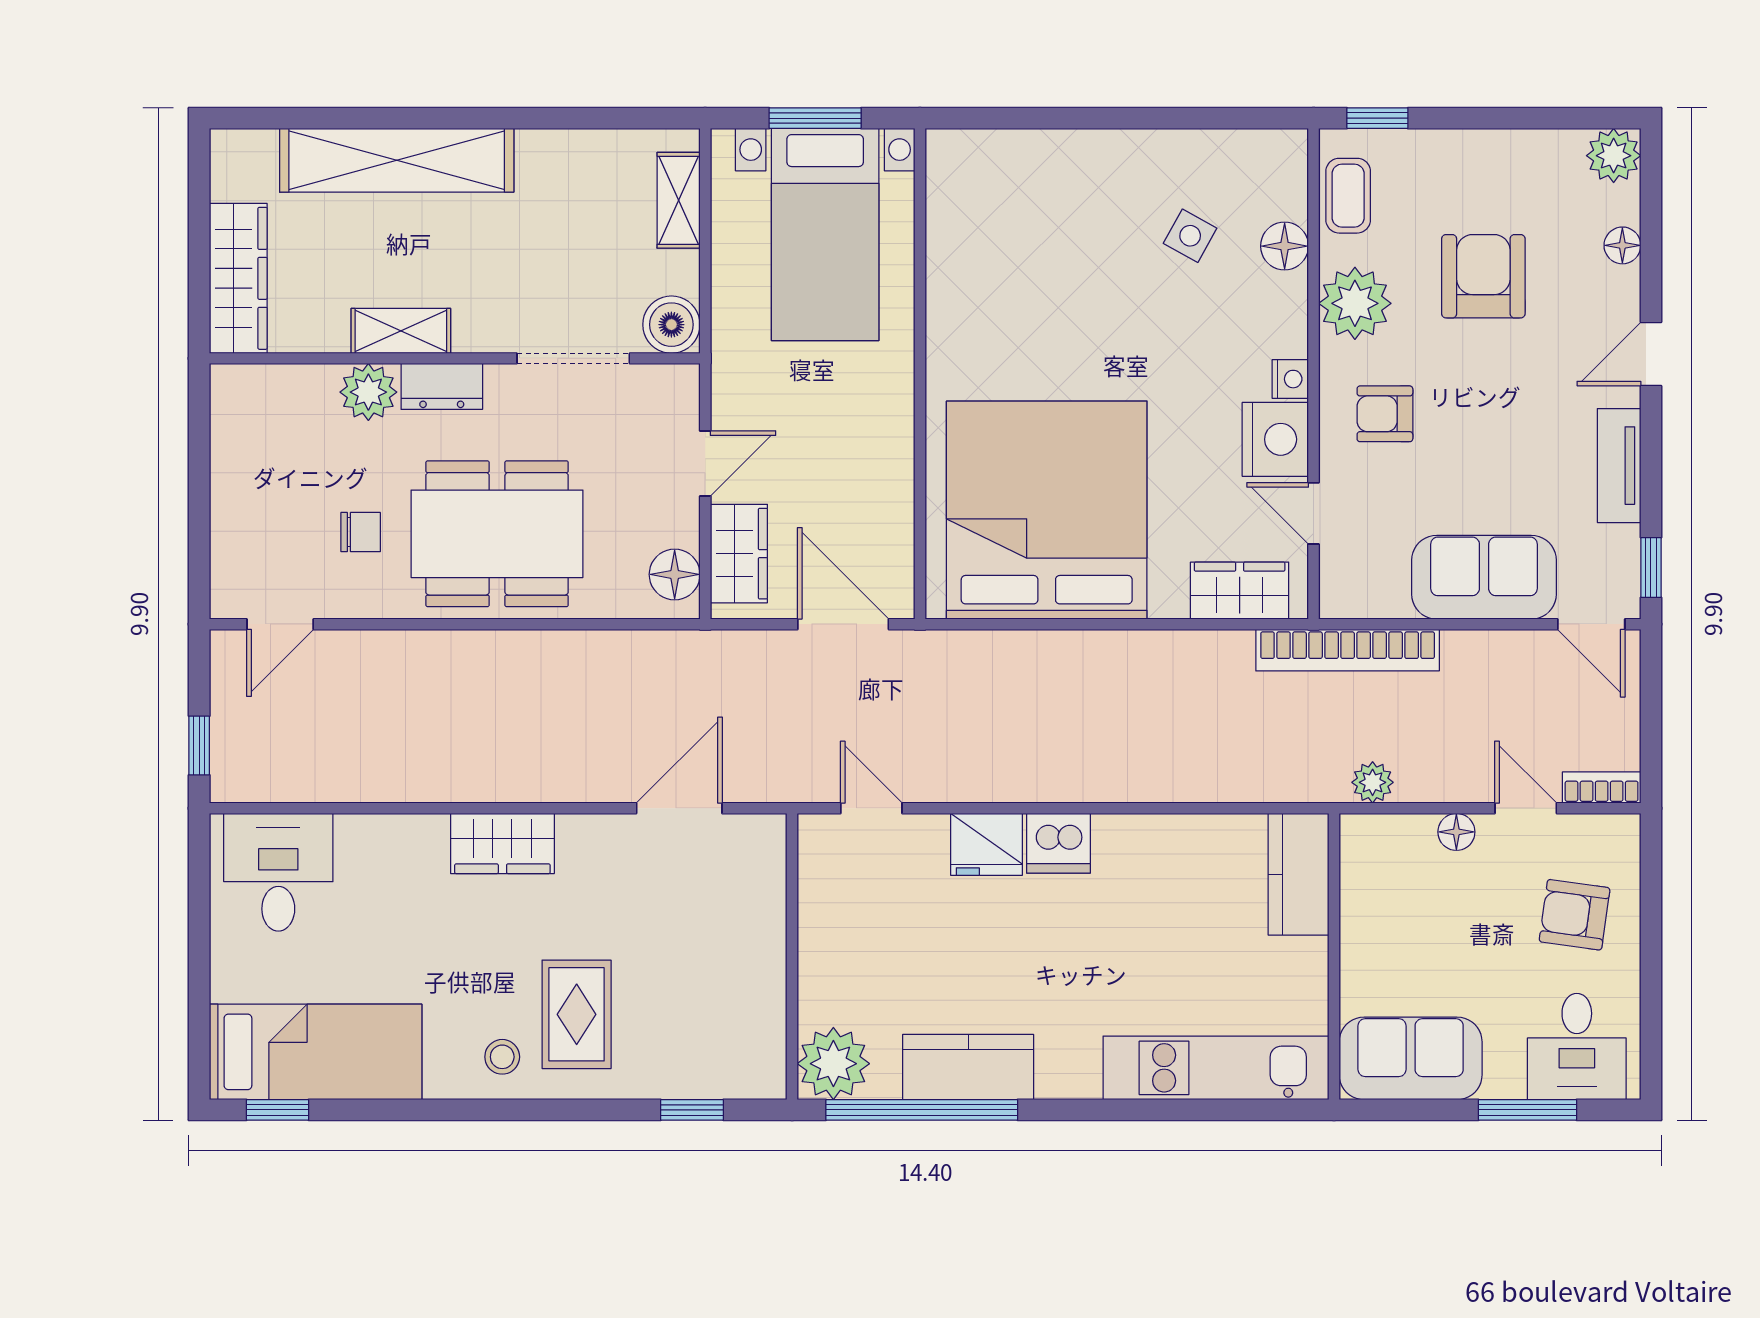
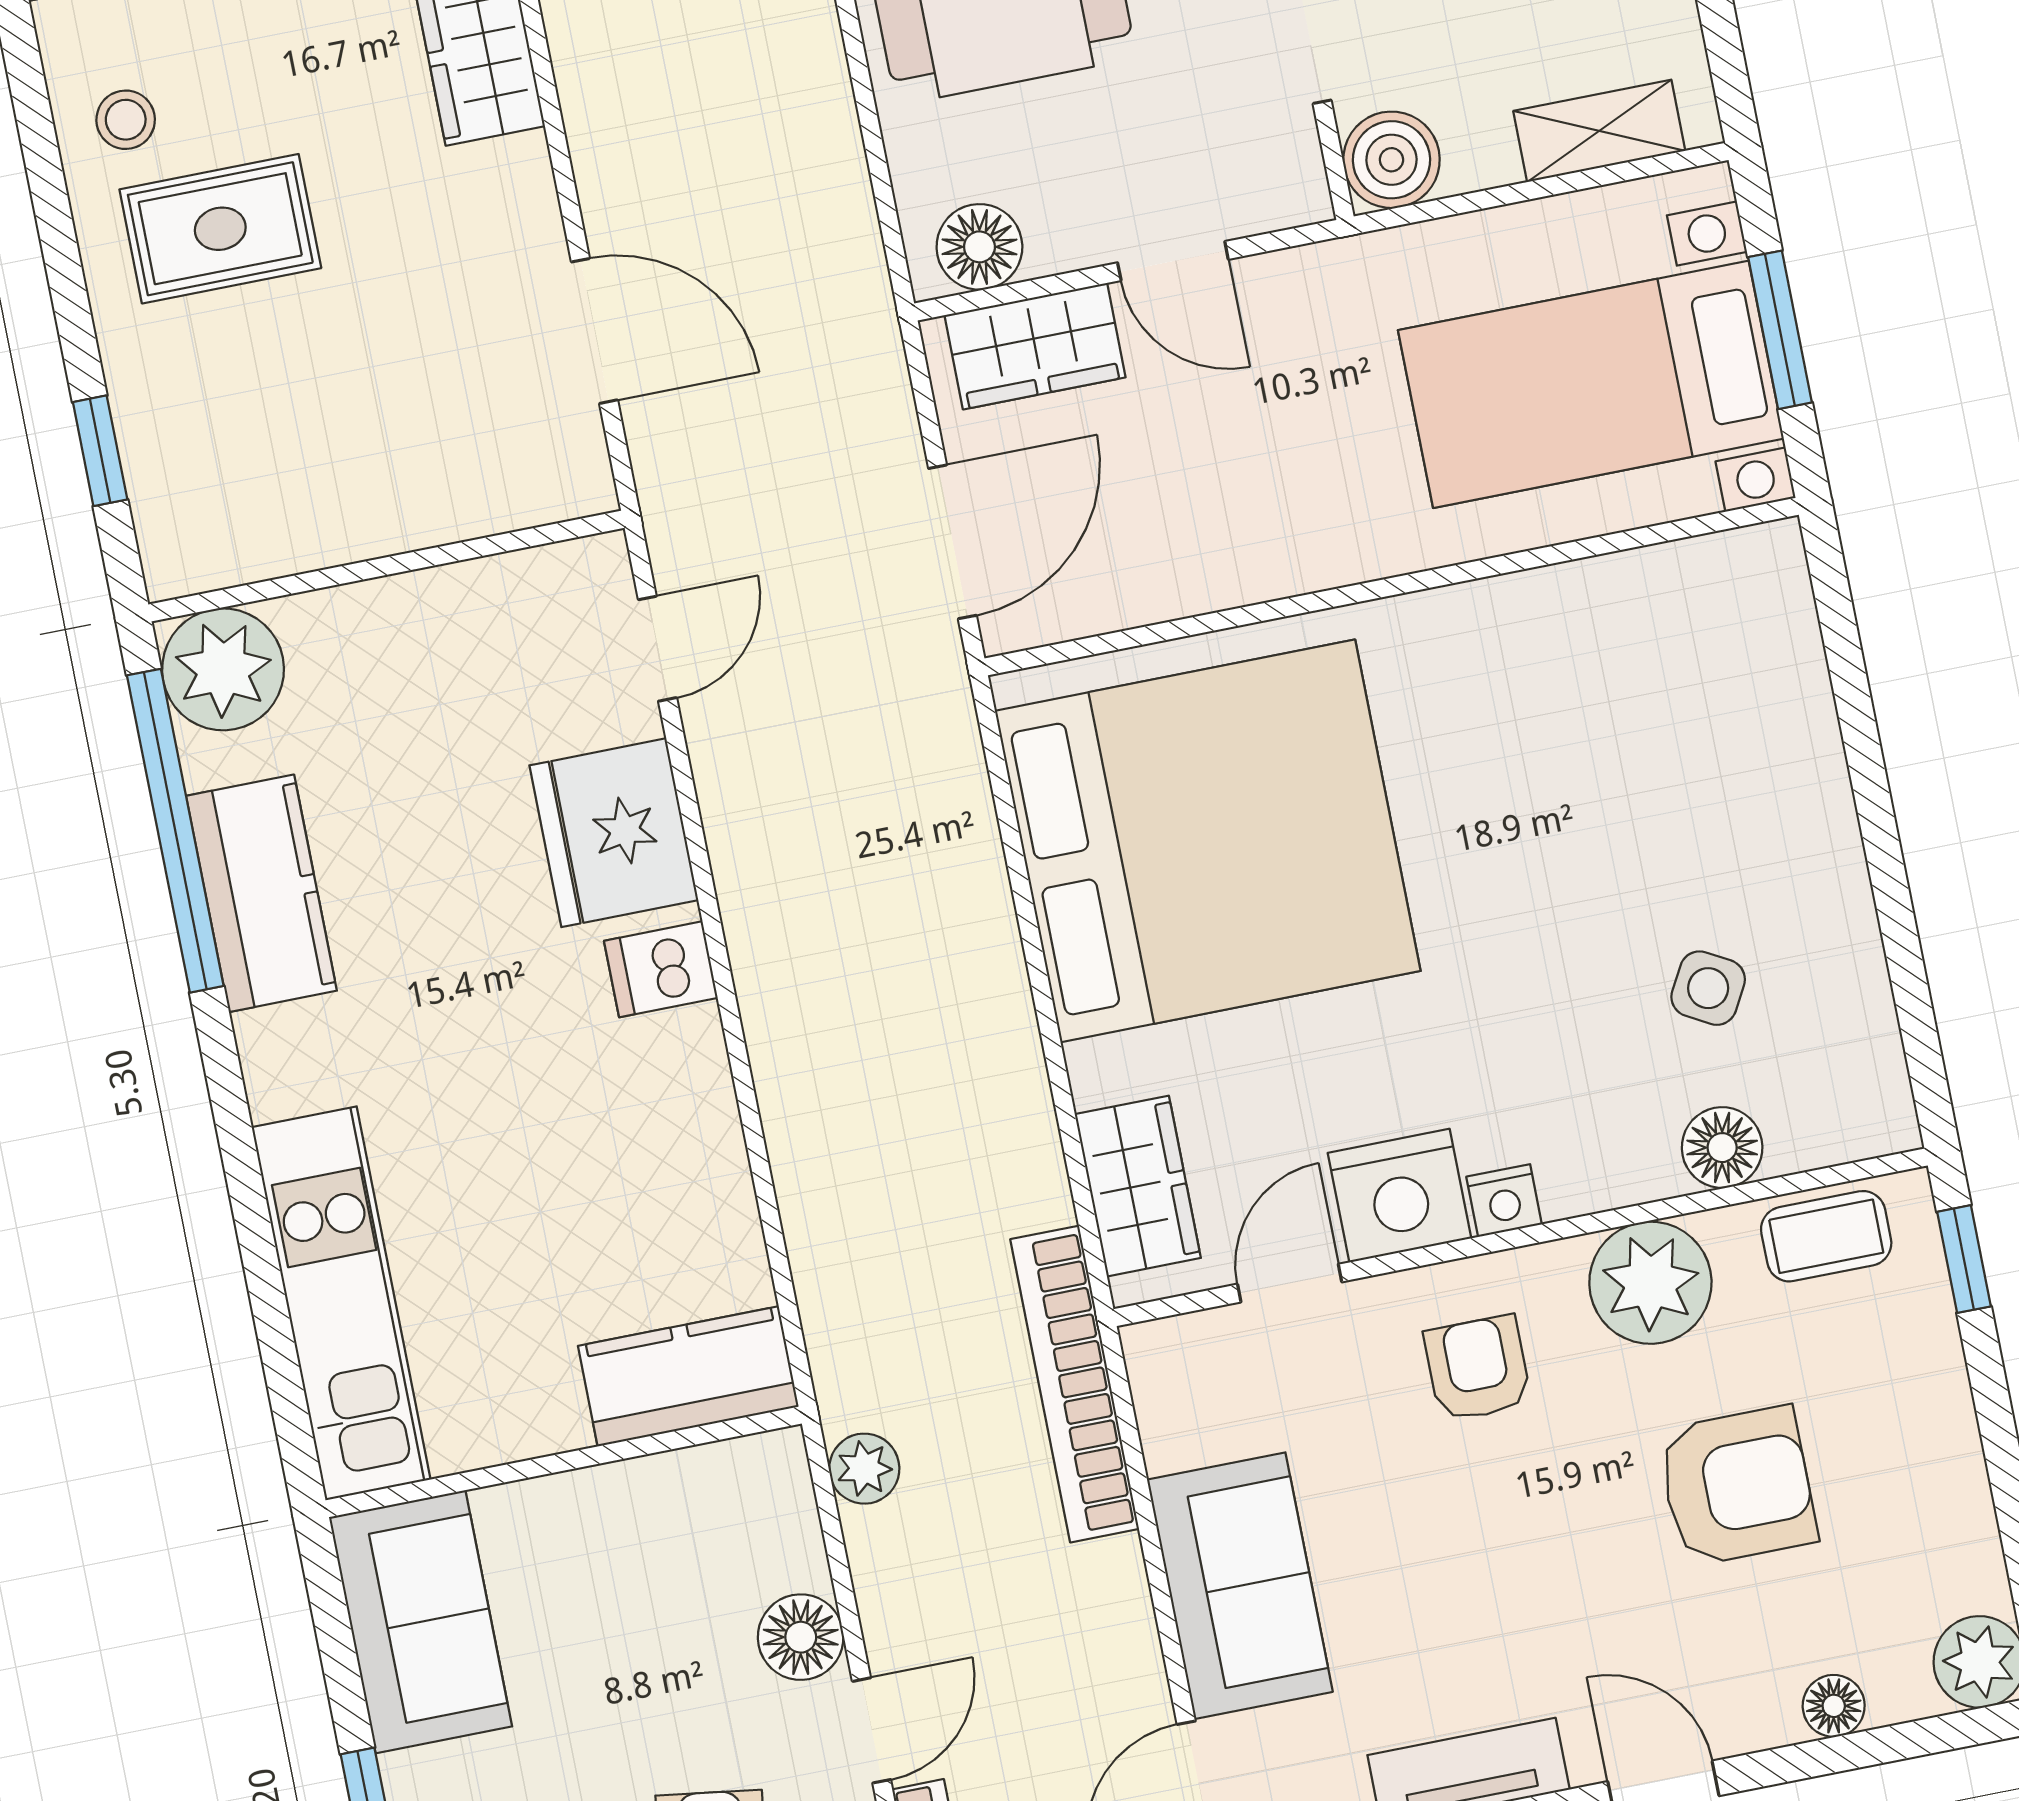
floor lamp: (1456, 832) -> (801, 1637), width x1.37, depth x1.37
dishwasher: (1058, 843) -> (661, 969), width x0.73
fridge: (986, 844) -> (614, 833), width x1.36, depth x1.34

